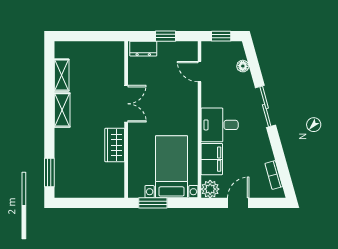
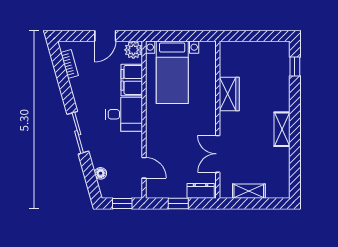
shelving: (62, 75) -> (249, 191), moved, turned 90
double door: (126, 104) -> (218, 154), moved
window: (49, 173) -> (295, 66), width x0.67
window: (153, 203) -> (191, 36), removed

